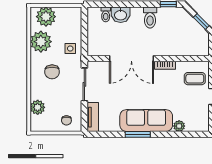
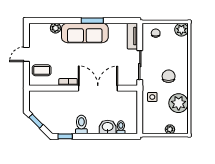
plant: (46, 17) -> (170, 129), width x0.53, depth x0.53
plant: (38, 107) -> (181, 30), moved

